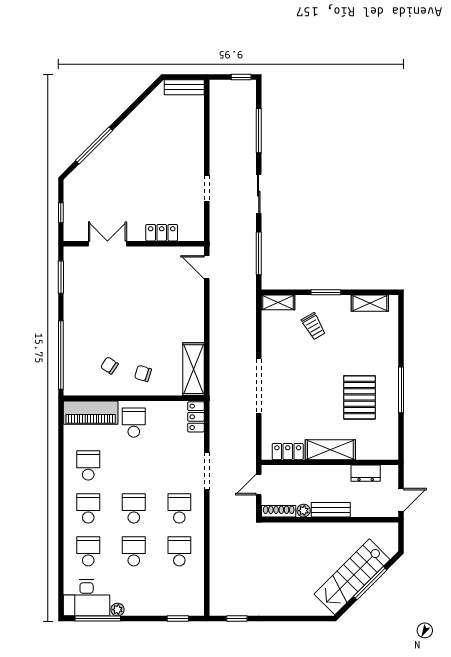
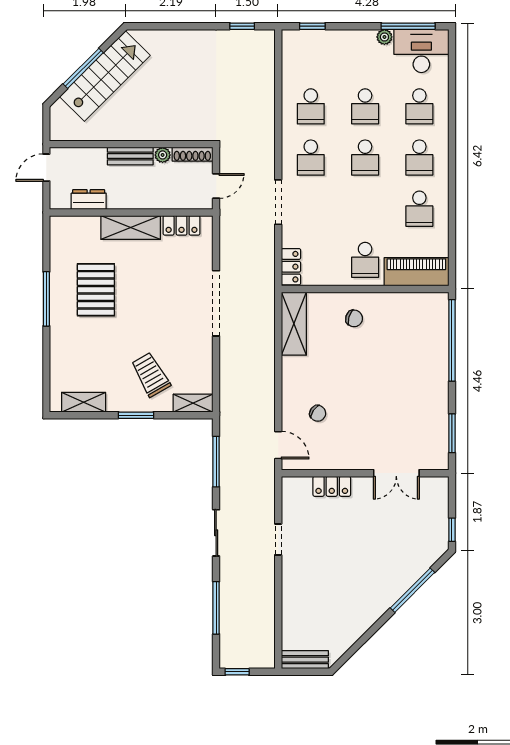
window: (61, 213) -> (452, 530), moved
trolley: (314, 326) -> (151, 375), width x1.36, depth x1.39
chair: (109, 365) -> (318, 413), moved

